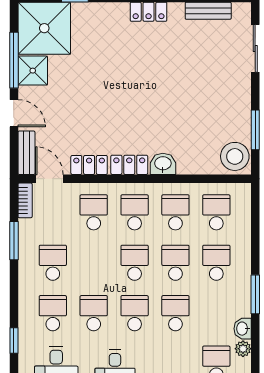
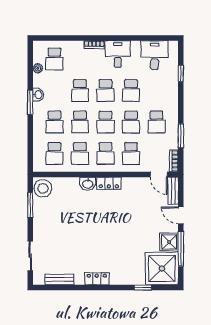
locker: (89, 165) -> (134, 183), removed
school desk: (53, 313) -> (131, 122), moved
washbasin: (243, 329) -> (38, 95), moved

